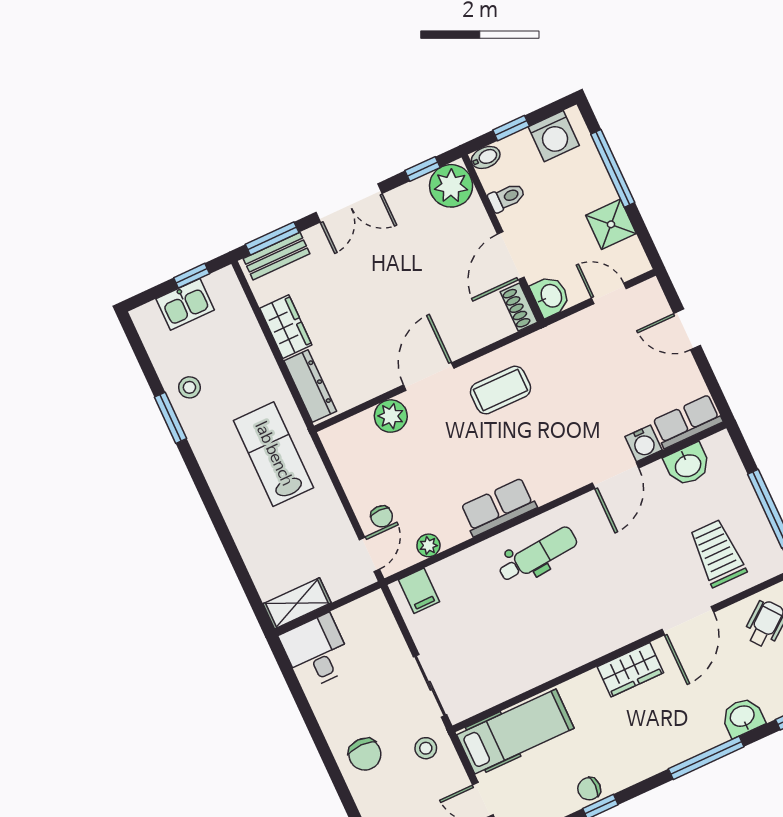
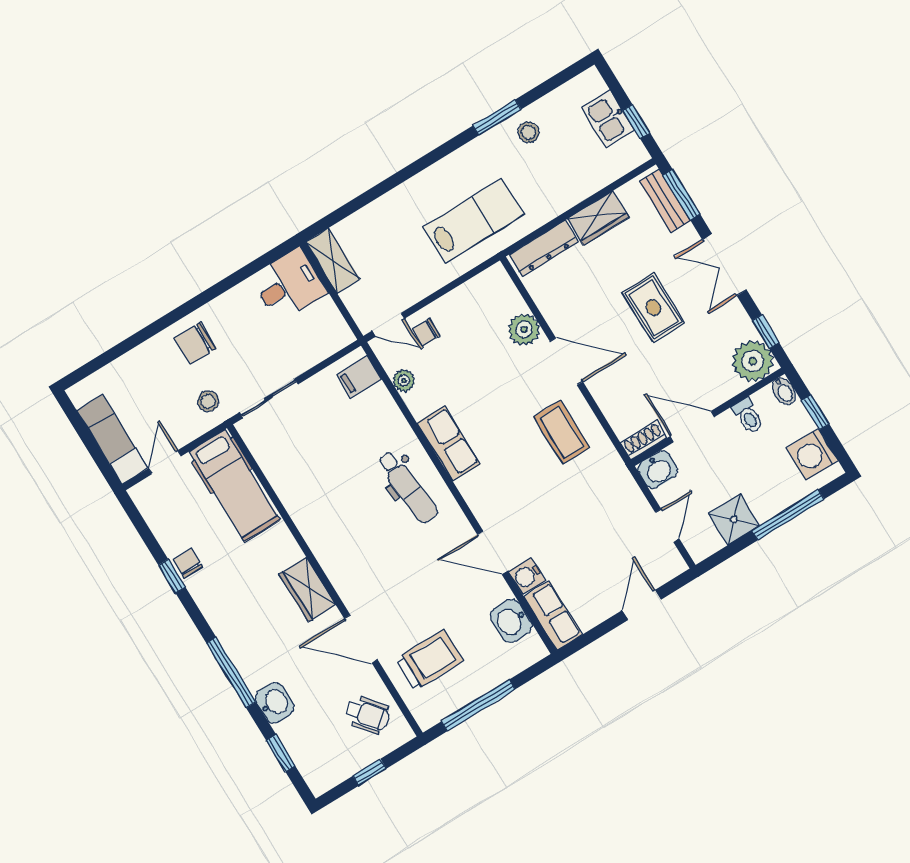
rug: (384, 281) -> (653, 308), added

